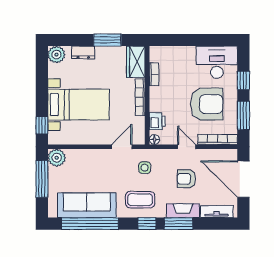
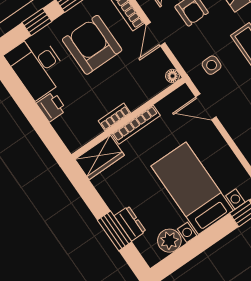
window: (107, 40) -> (115, 231), moved
plant: (56, 55) -> (169, 241), moved
bookcase: (154, 74) -> (114, 117), moved
printer: (157, 121) -> (51, 107), moved, turned 90

